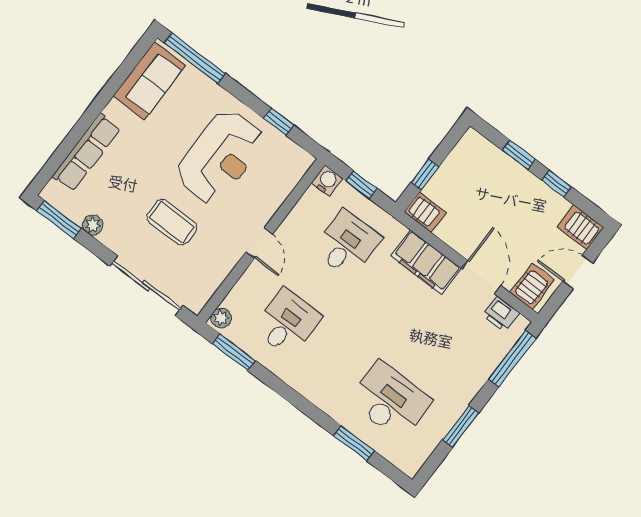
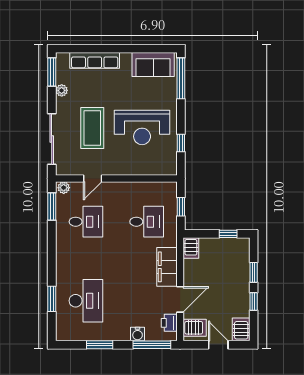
window: (425, 174) -> (228, 234), moved
water cooler: (327, 181) -> (138, 334), moved, turned 90
coffee table: (172, 222) -> (92, 128), width x1.36, depth x1.32
door: (259, 243) -> (93, 178), moved

